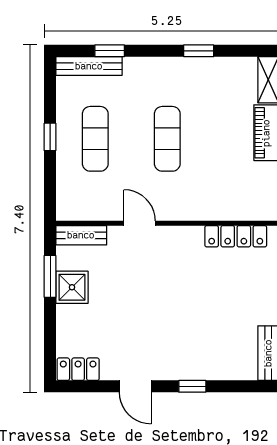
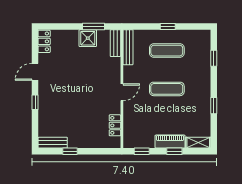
bench: (89, 66) -> (128, 47), moved
door: (140, 223) -> (122, 92), moved
locker: (236, 236) -> (115, 125), width x0.66

